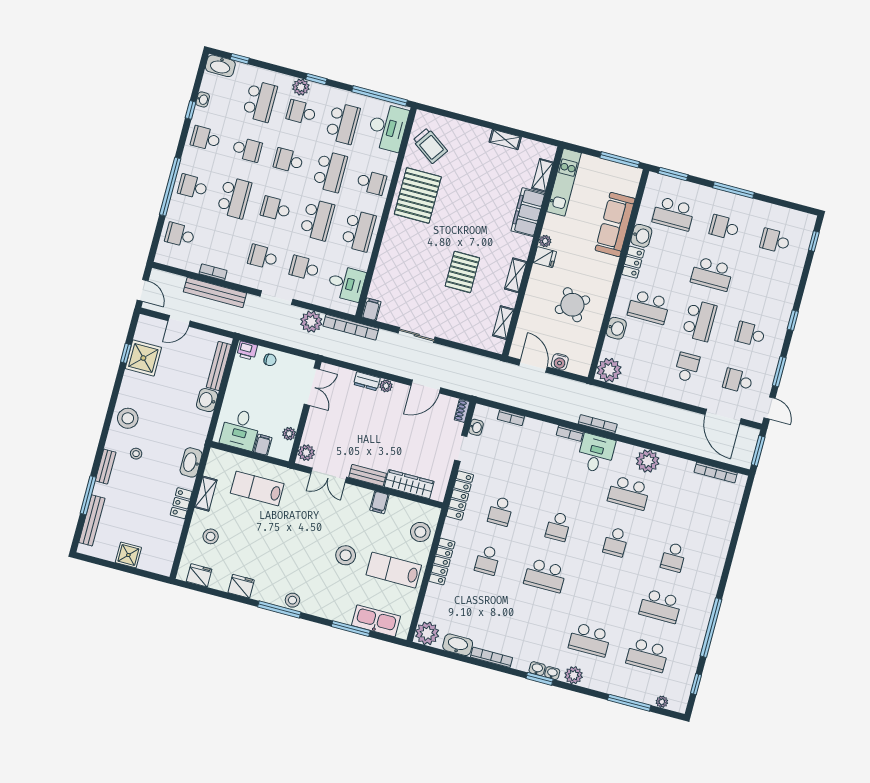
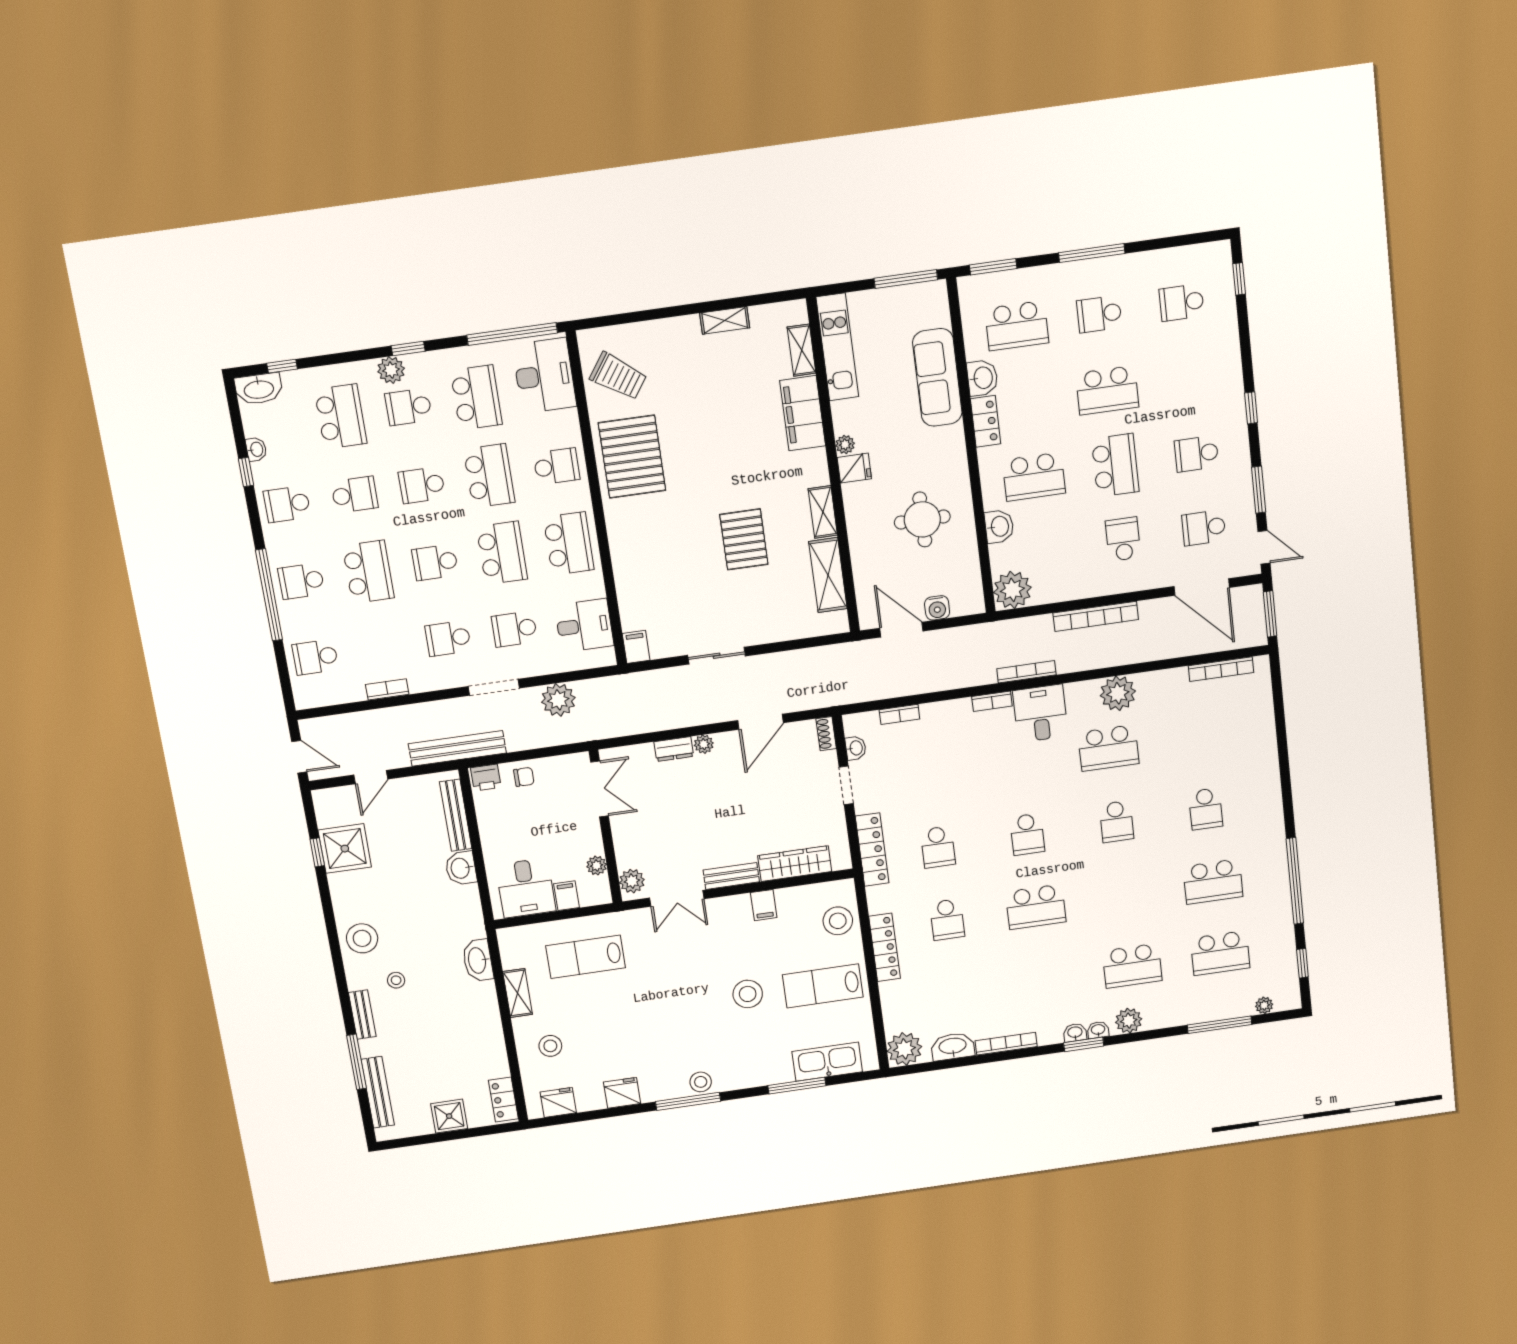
bench: (215, 293) -> (457, 748), moved
round table: (572, 305) -> (922, 519), turned 35
shelving: (503, 323) -> (828, 575), width x1.50, depth x1.33
bookcase: (351, 327) -> (1096, 616), moved
locker: (181, 503) -> (503, 1100), moved

